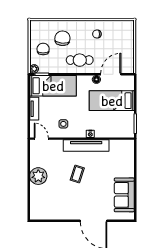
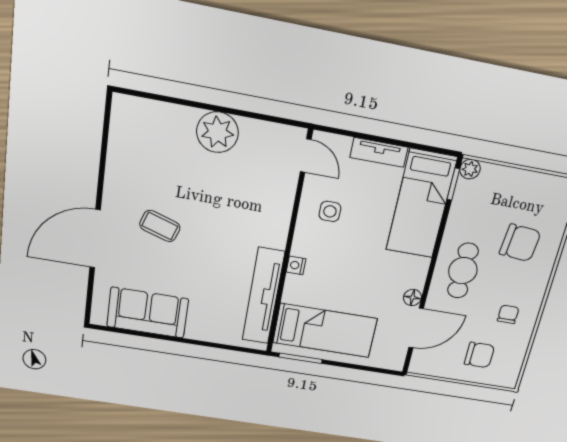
chair: (43, 49) -> (479, 355), moved
door: (111, 74) -> (416, 328), hinge flipped
bed: (112, 101) -> (325, 331), moved, turned 90
door: (41, 139) -> (306, 156), hinge flipped
tv unit: (86, 146) -> (263, 296), moved
coffee table: (77, 174) -> (160, 226), moved

